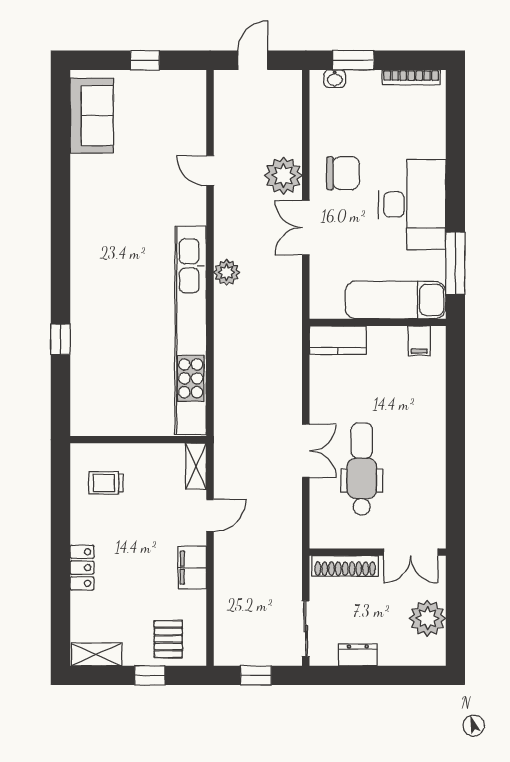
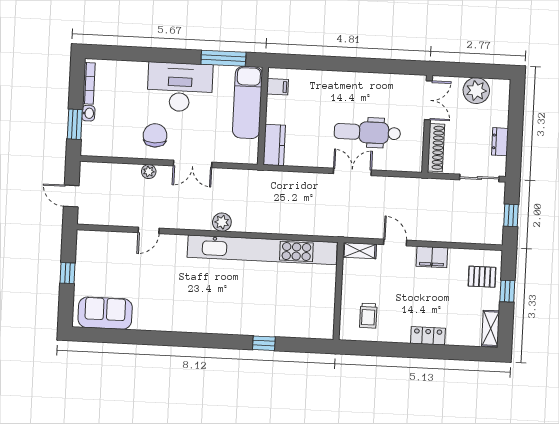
washbasin: (335, 79) -> (88, 113), moved
plant: (283, 176) -> (149, 172), width x0.53, depth x0.53

